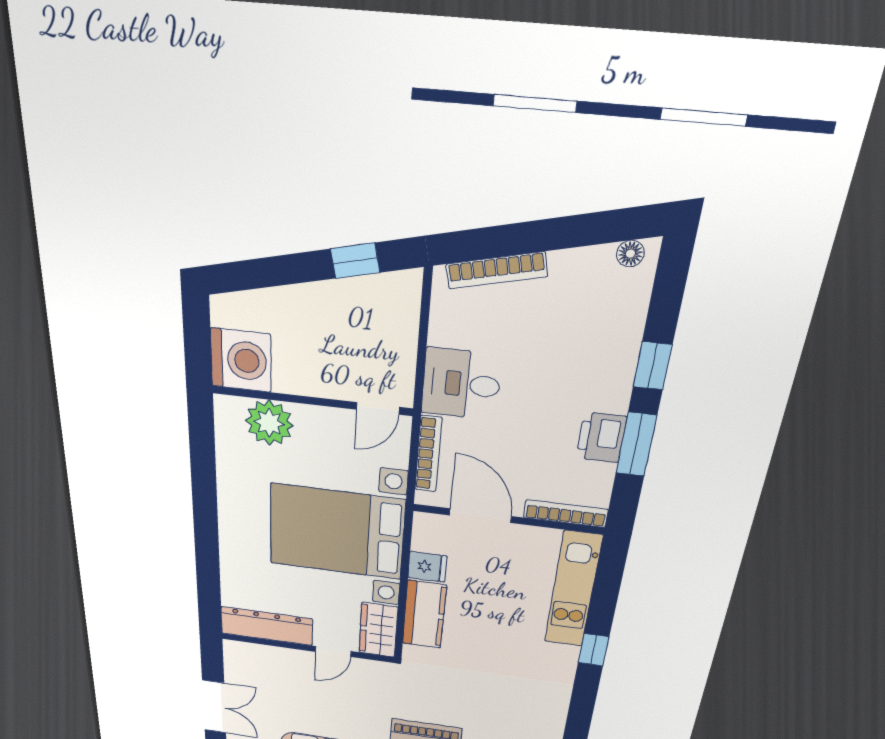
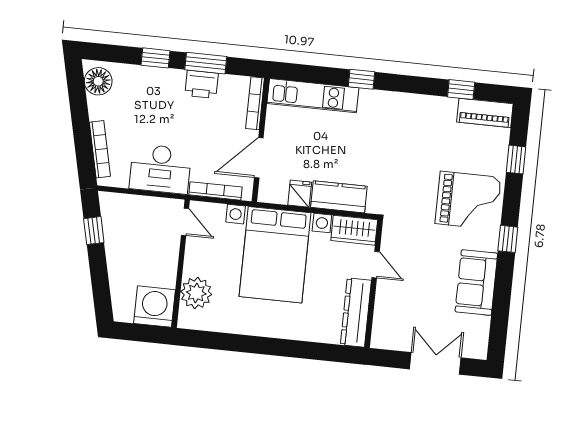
floor lamp: (630, 254) -> (98, 81), width x1.89, depth x1.89
desk: (461, 384) -> (160, 169), width x1.37

